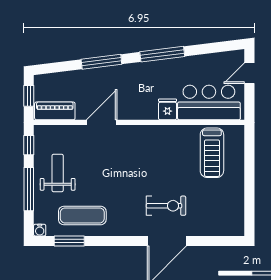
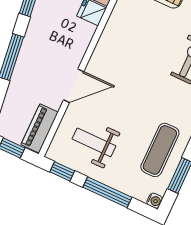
door: (102, 122) -> (74, 86), swing flipped
weight bench: (58, 173) -> (94, 142), moved

